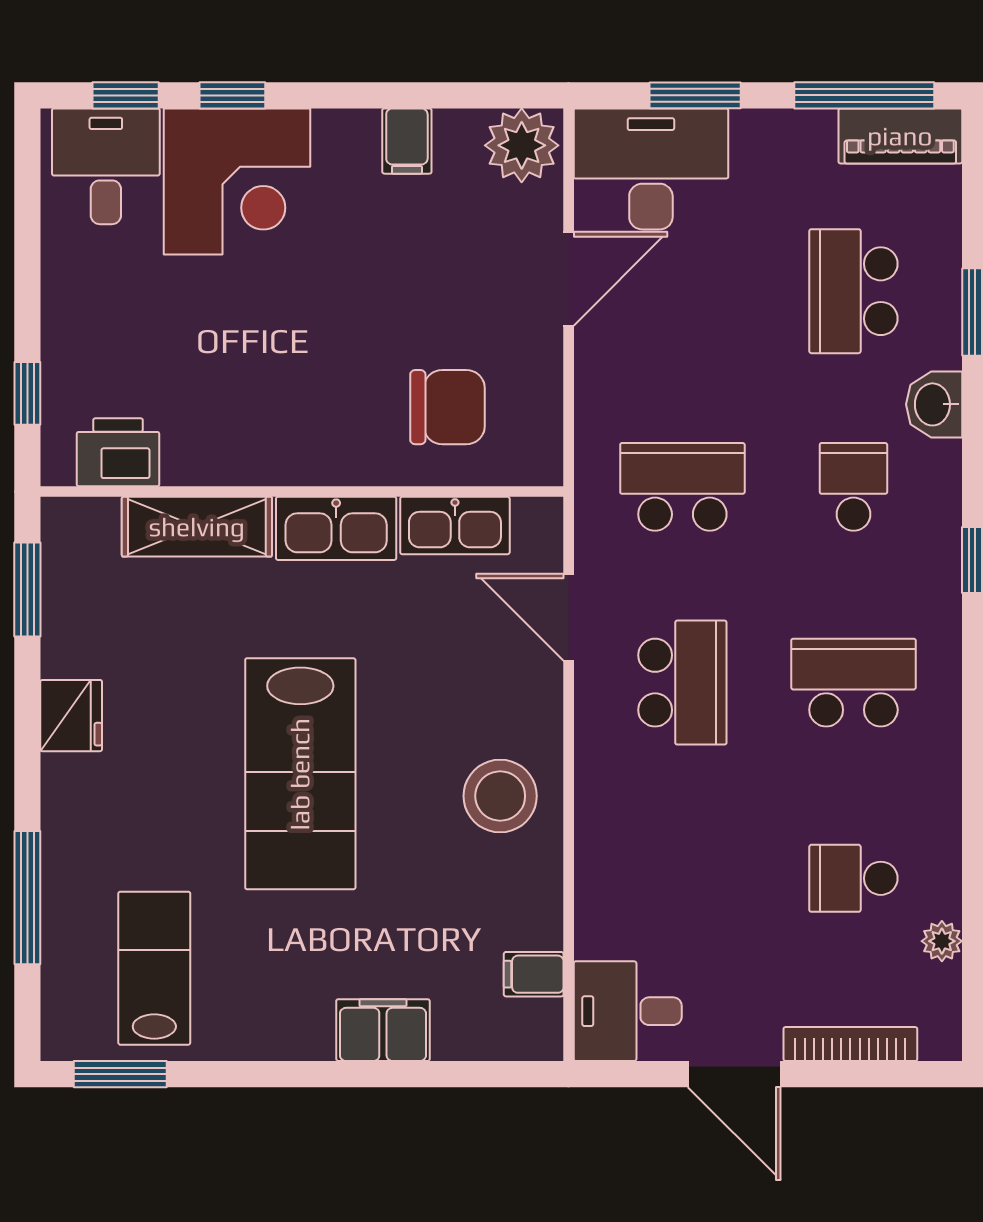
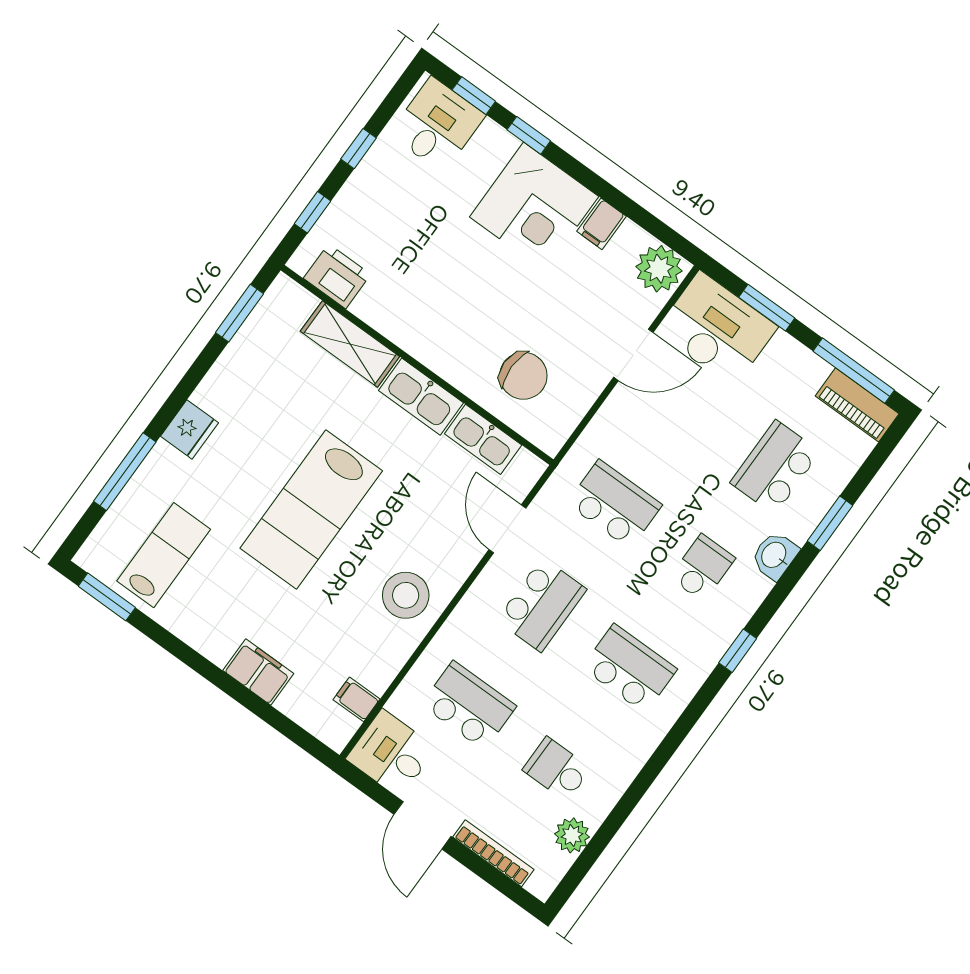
corner desk: (237, 181) -> (534, 207), moved
window: (27, 269) -> (359, 149), added
fridge: (71, 716) -> (189, 430), moved
school desk: (682, 878) -> (469, 705), added
plant: (942, 941) -> (572, 835), width x1.38, depth x1.38

